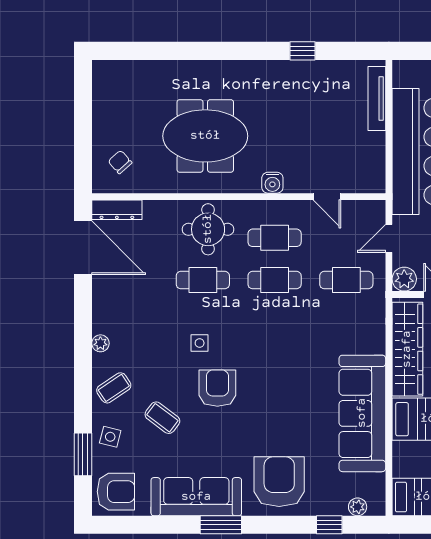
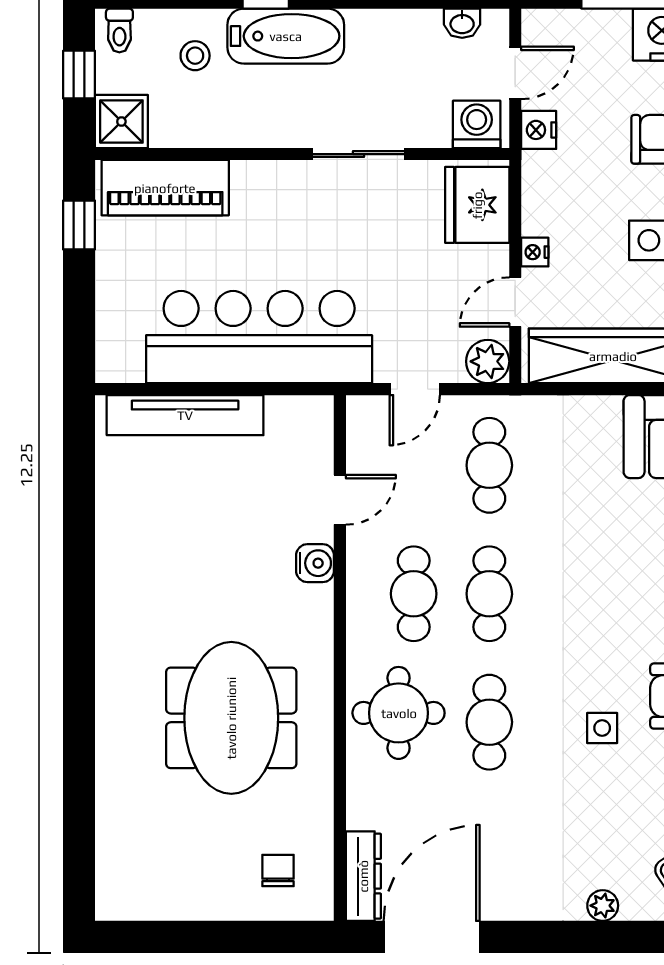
window: (302, 51) -> (79, 544), removed
tv unit: (377, 99) -> (185, 415), width x1.36, depth x1.29
chair: (120, 162) -> (278, 871), turned 132
water cooler: (272, 183) -> (315, 563), moved
door: (389, 238) -> (415, 389), hinge flipped

